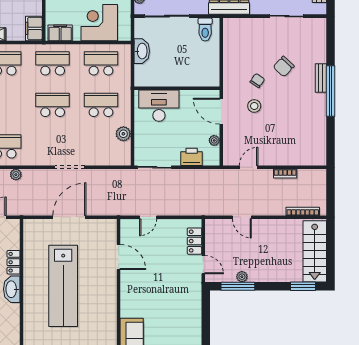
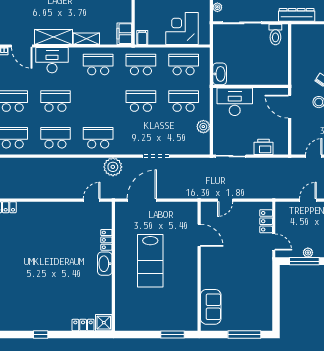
filing cabinet: (60, 33) -> (142, 37), width x0.50
washbasin: (142, 51) -> (220, 74), moved
plant: (214, 140) -> (284, 132), removed
plant: (16, 175) -> (113, 167), width x1.87, depth x1.87
door: (69, 217) -> (142, 200), moved
door: (242, 217) -> (308, 200), swing flipped
lab bench: (63, 286) -> (150, 261), width x0.73

